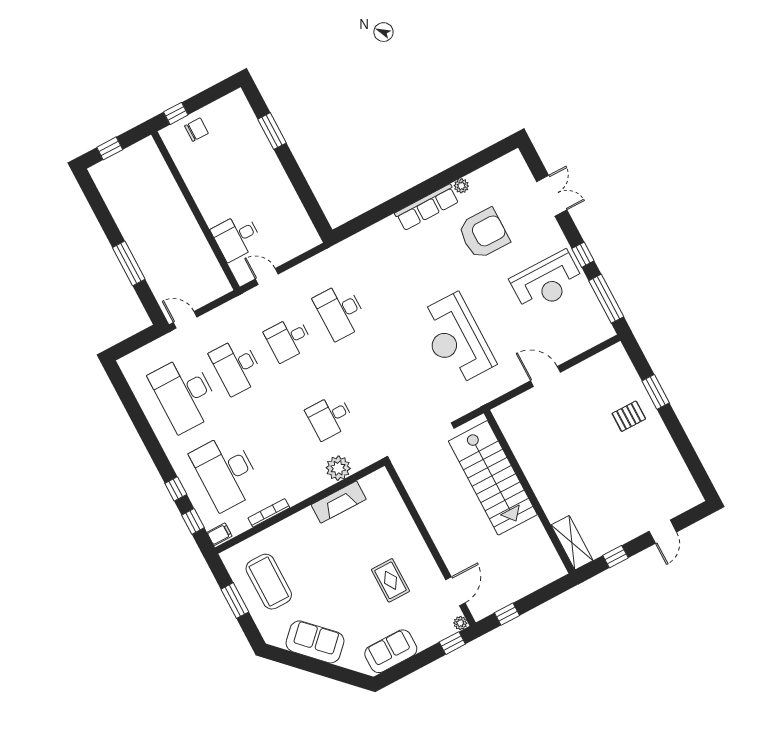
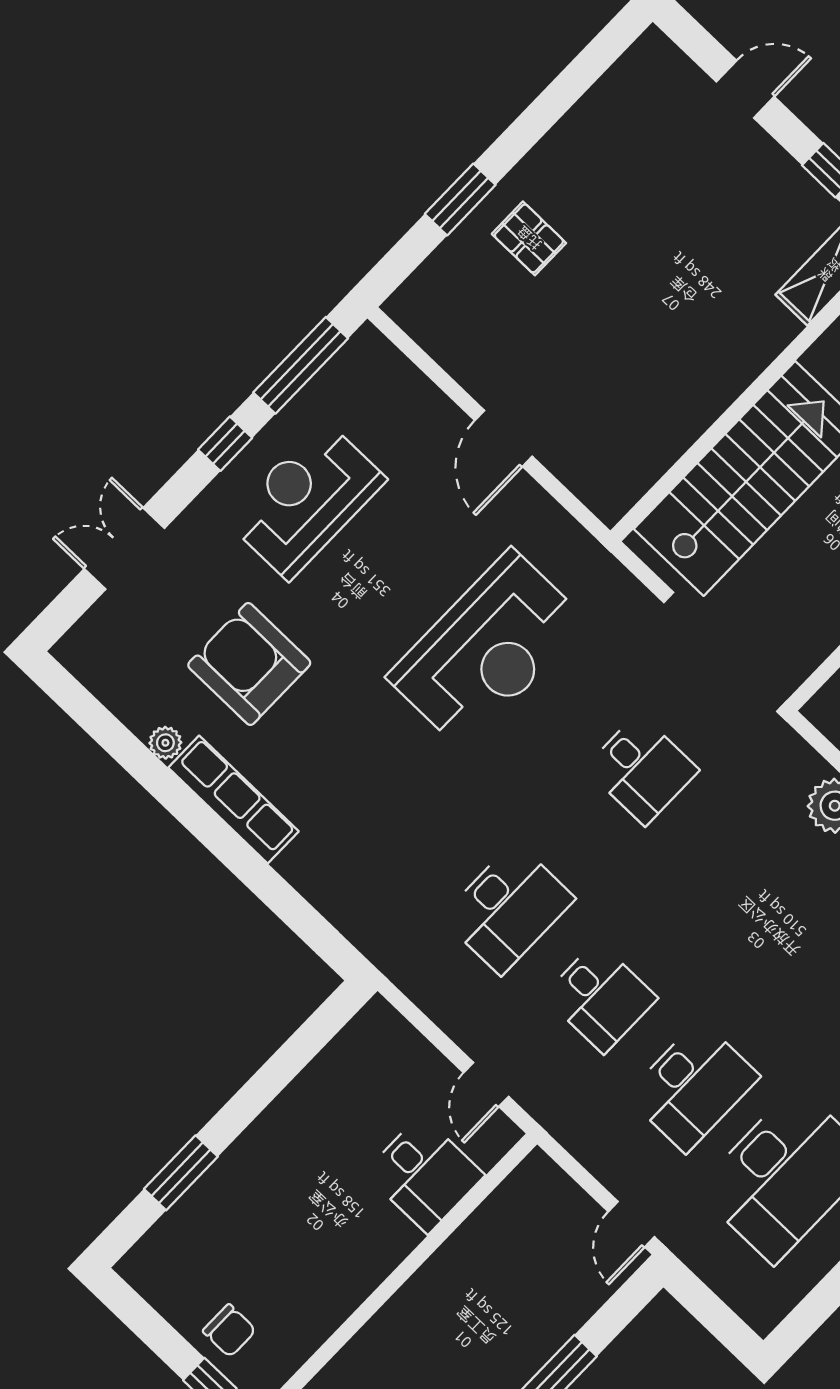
chair: (196, 130) -> (229, 1331), turned 180
reception desk: (547, 282) -> (306, 500), turned -90
desk: (330, 417) -> (642, 769), moved

